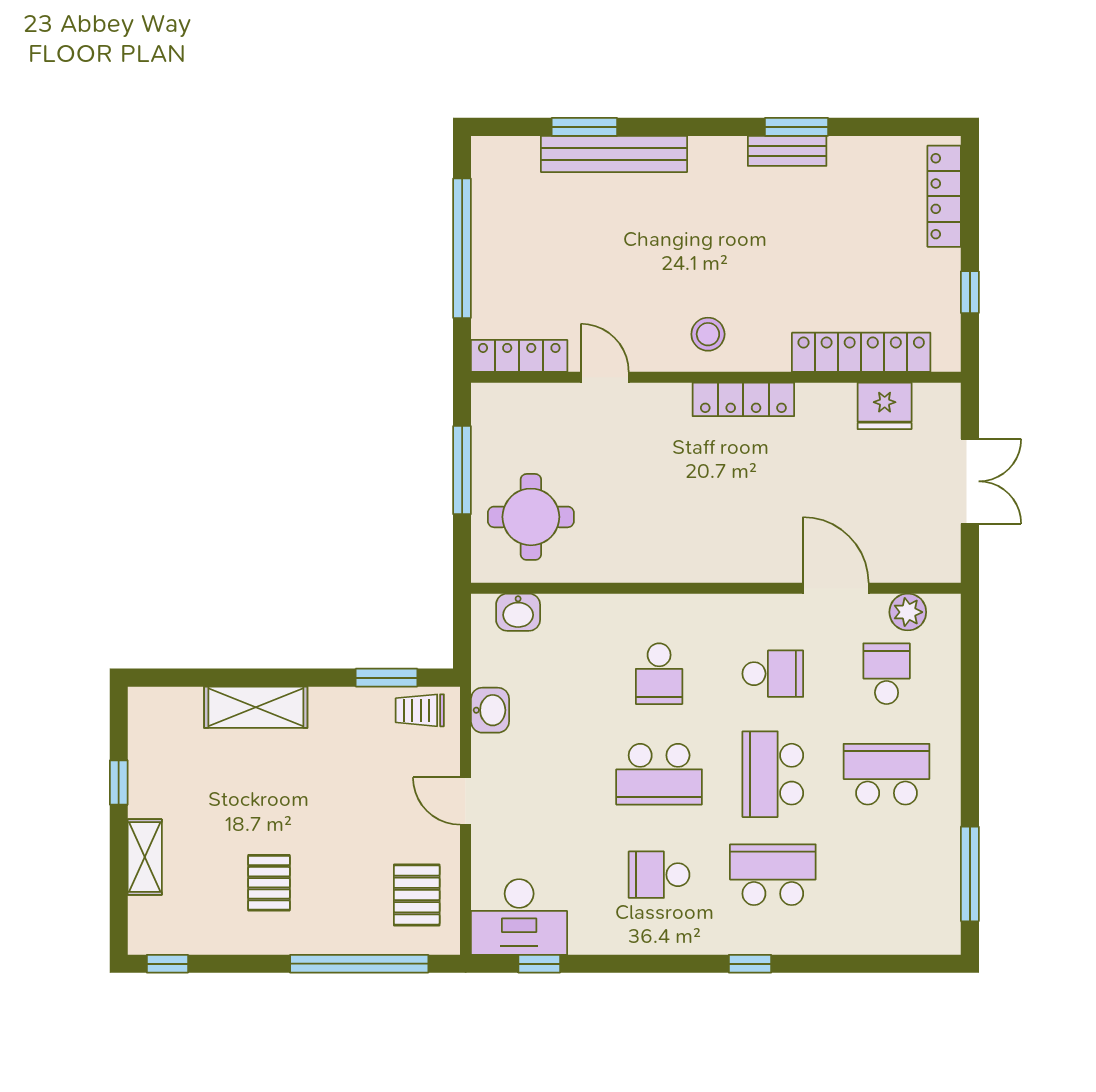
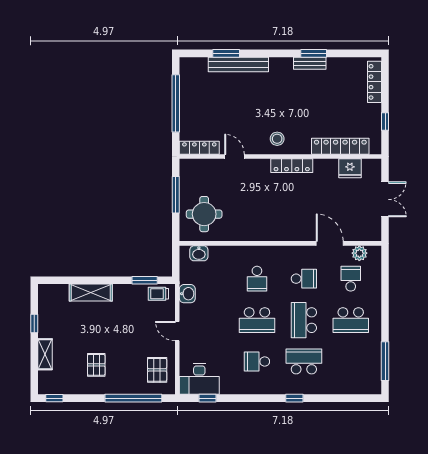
school desk: (887, 774) -> (351, 320), turned 180

